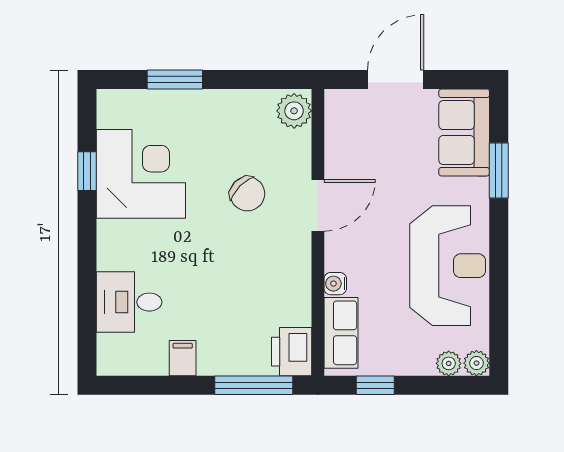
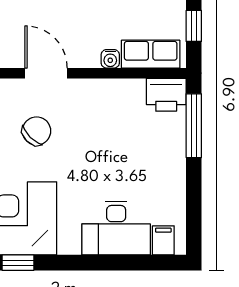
desk: (129, 302) -> (116, 228), width x1.37
filing cabinet: (183, 358) -> (163, 240), moved, turned 90

